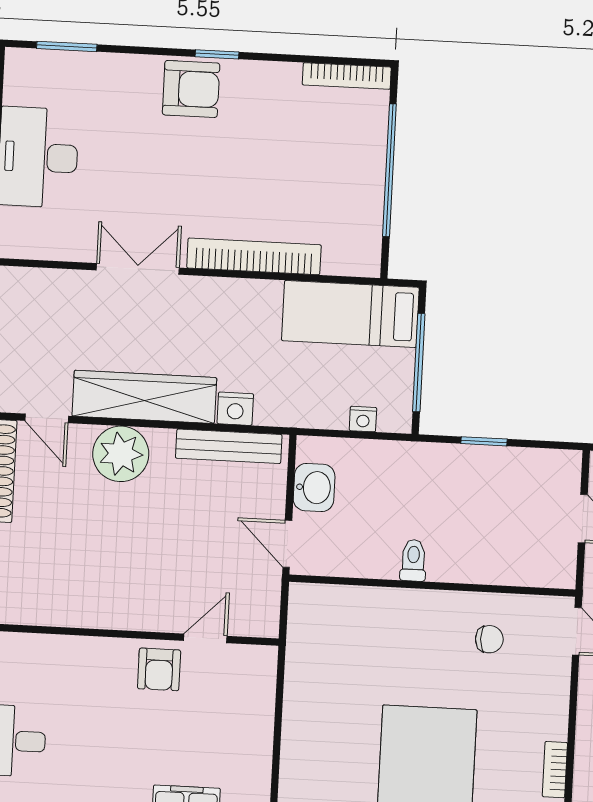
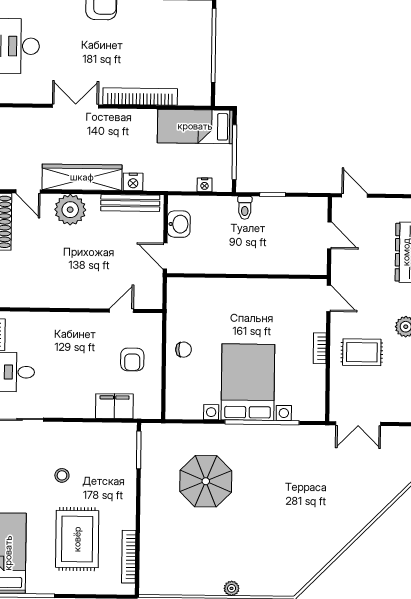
toilet: (413, 560) -> (245, 208), moved, turned 180
chair: (489, 639) -> (184, 350), moved
armchair: (159, 669) -> (132, 359), moved
bookcase: (555, 770) -> (320, 348), moved

